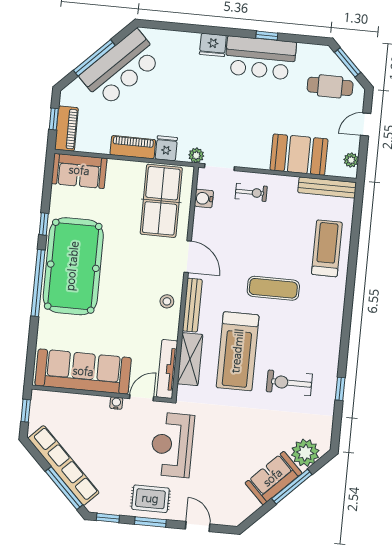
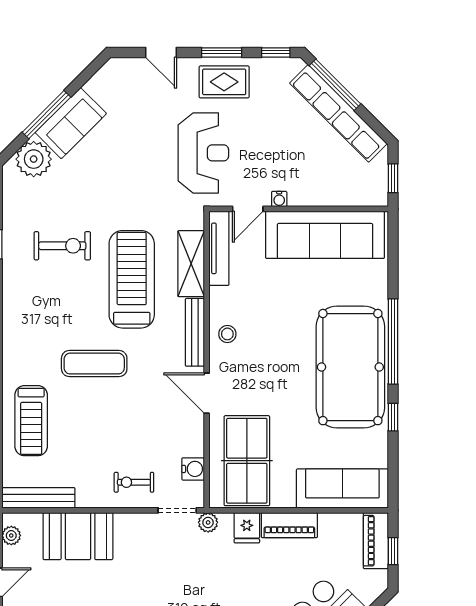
sofa: (79, 171) -> (342, 489), width x1.36

